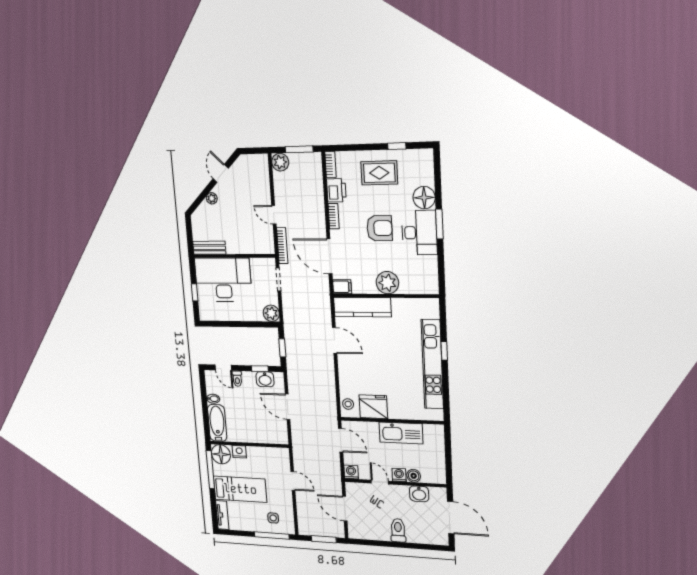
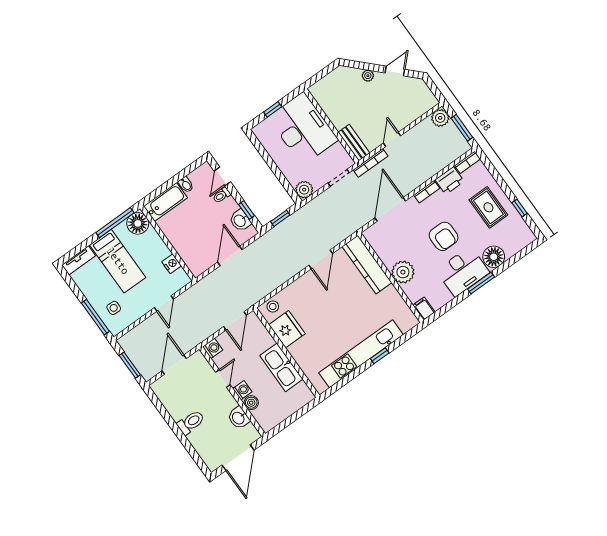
bench: (209, 248) -> (354, 143), moved
filing cabinet: (342, 287) -> (424, 309), moved, turned 180
nightstand: (239, 452) -> (172, 264), moved

